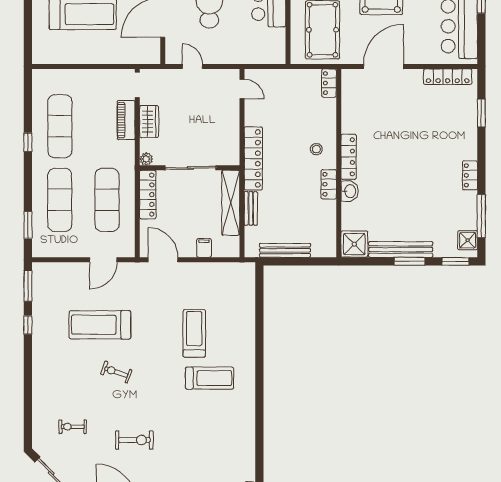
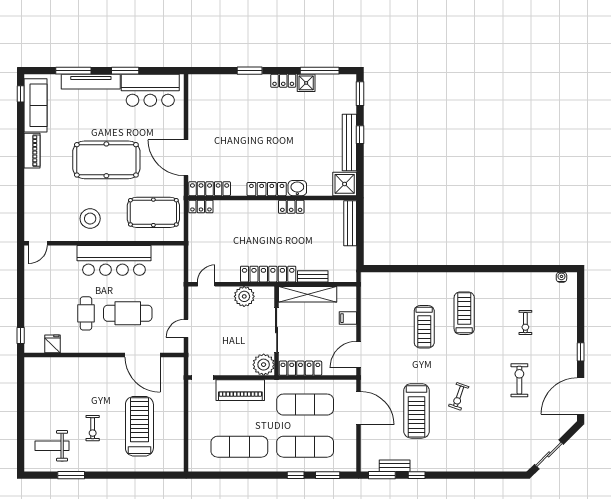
locker: (448, 77) -> (210, 189), moved, turned -90
window: (481, 113) -> (250, 71), moved
piano: (126, 120) -> (240, 390), width x1.37, depth x1.33
wardrobe: (149, 122) -> (235, 367), removed
plant: (228, 132) -> (244, 296), added
window: (28, 142) -> (296, 475), moved
stool: (316, 149) -> (260, 218), removed
plant: (146, 159) -> (264, 365), width x1.88, depth x1.88
shower: (468, 240) -> (306, 83), moved
bench: (285, 250) -> (350, 223), moved
door: (103, 260) -> (359, 408), width x1.36
window: (410, 261) -> (360, 135), width x0.67
bench: (38, 300) -> (395, 466), added
treadmill: (194, 333) -> (424, 327), turned -90
exercise bike: (73, 427) -> (525, 323), moved

